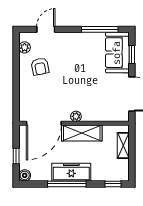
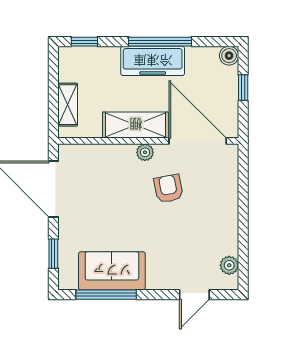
sofa: (117, 53) -> (112, 271), moved, turned -90
armchair: (40, 67) -> (168, 189), moved
door: (44, 123) -> (198, 141), hinge flipped

